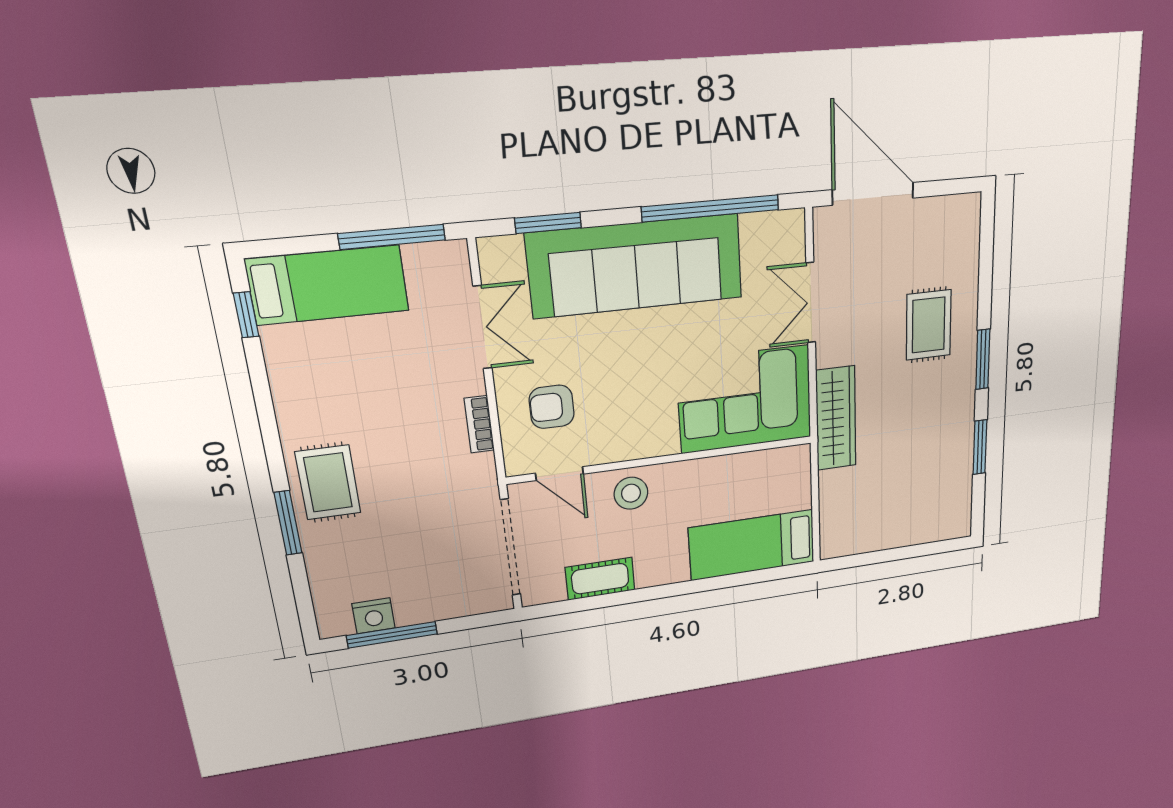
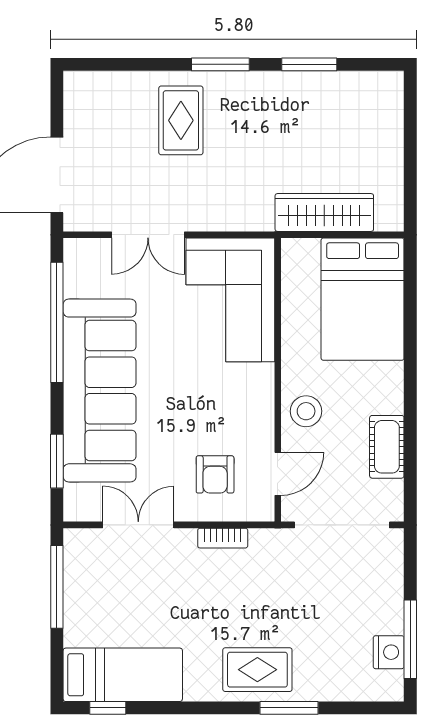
bed: (328, 285) -> (123, 675), moved, turned 90
rug: (929, 325) -> (181, 120), turned 90
wardrobe: (836, 418) -> (324, 212), moved
bed: (752, 545) -> (363, 299), width x1.50

